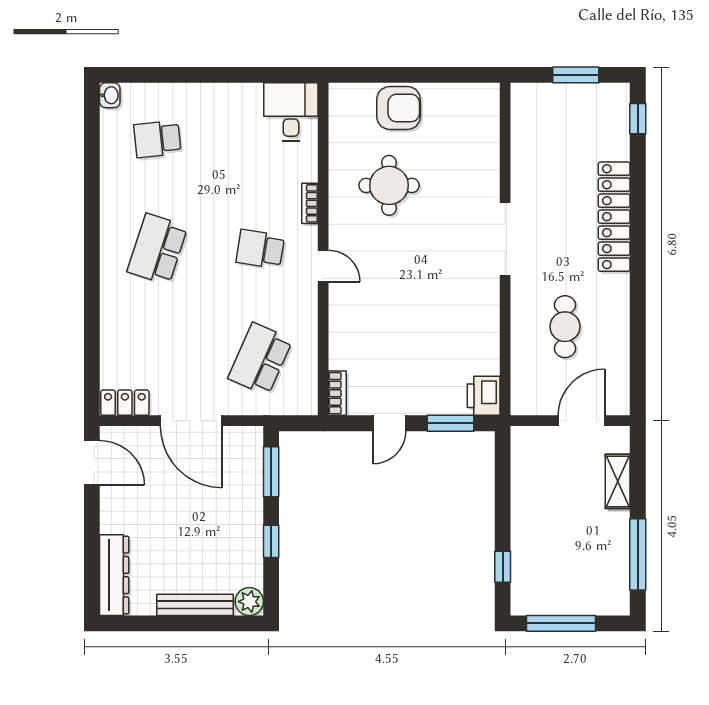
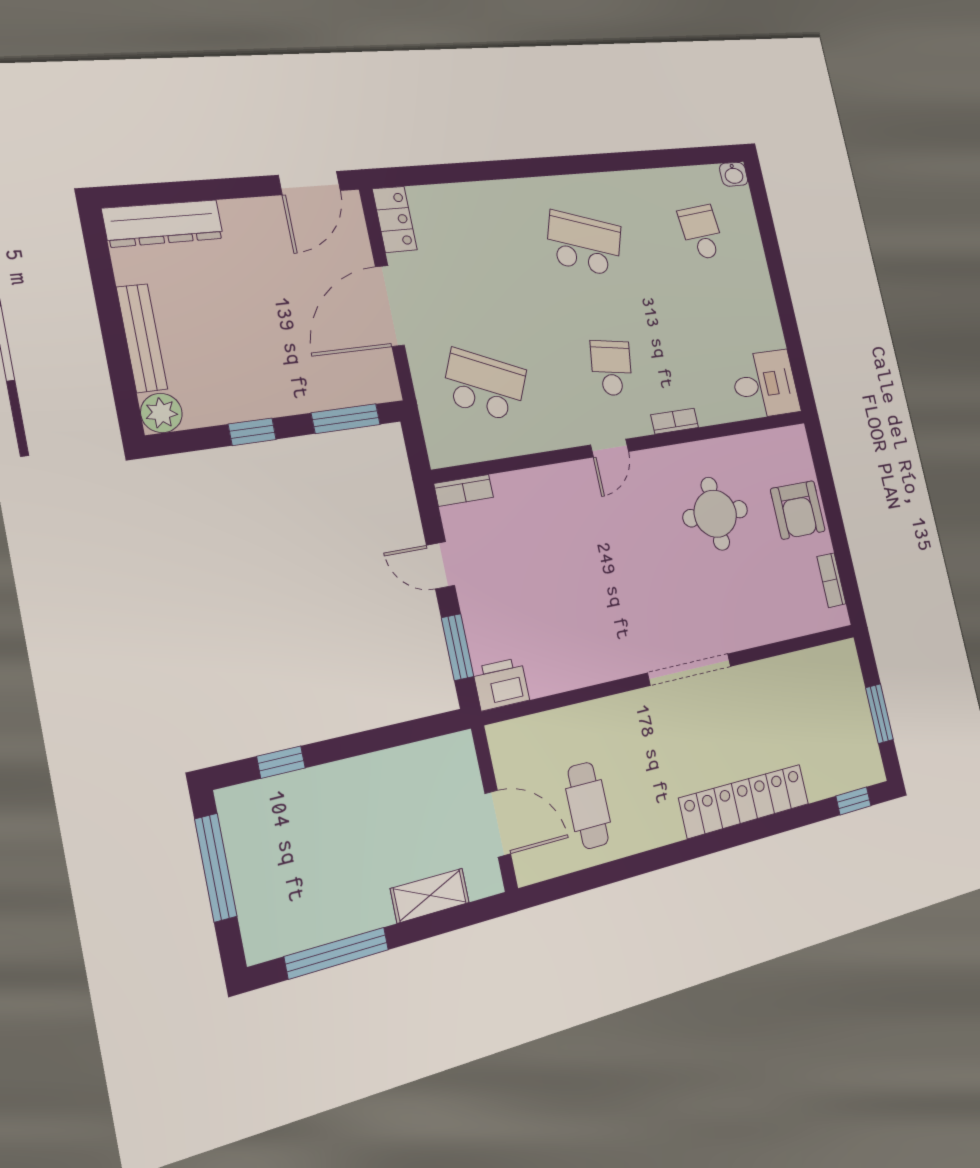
bookcase: (461, 91) -> (831, 580), added
cafe table: (565, 327) -> (588, 805), moved, turned 90

